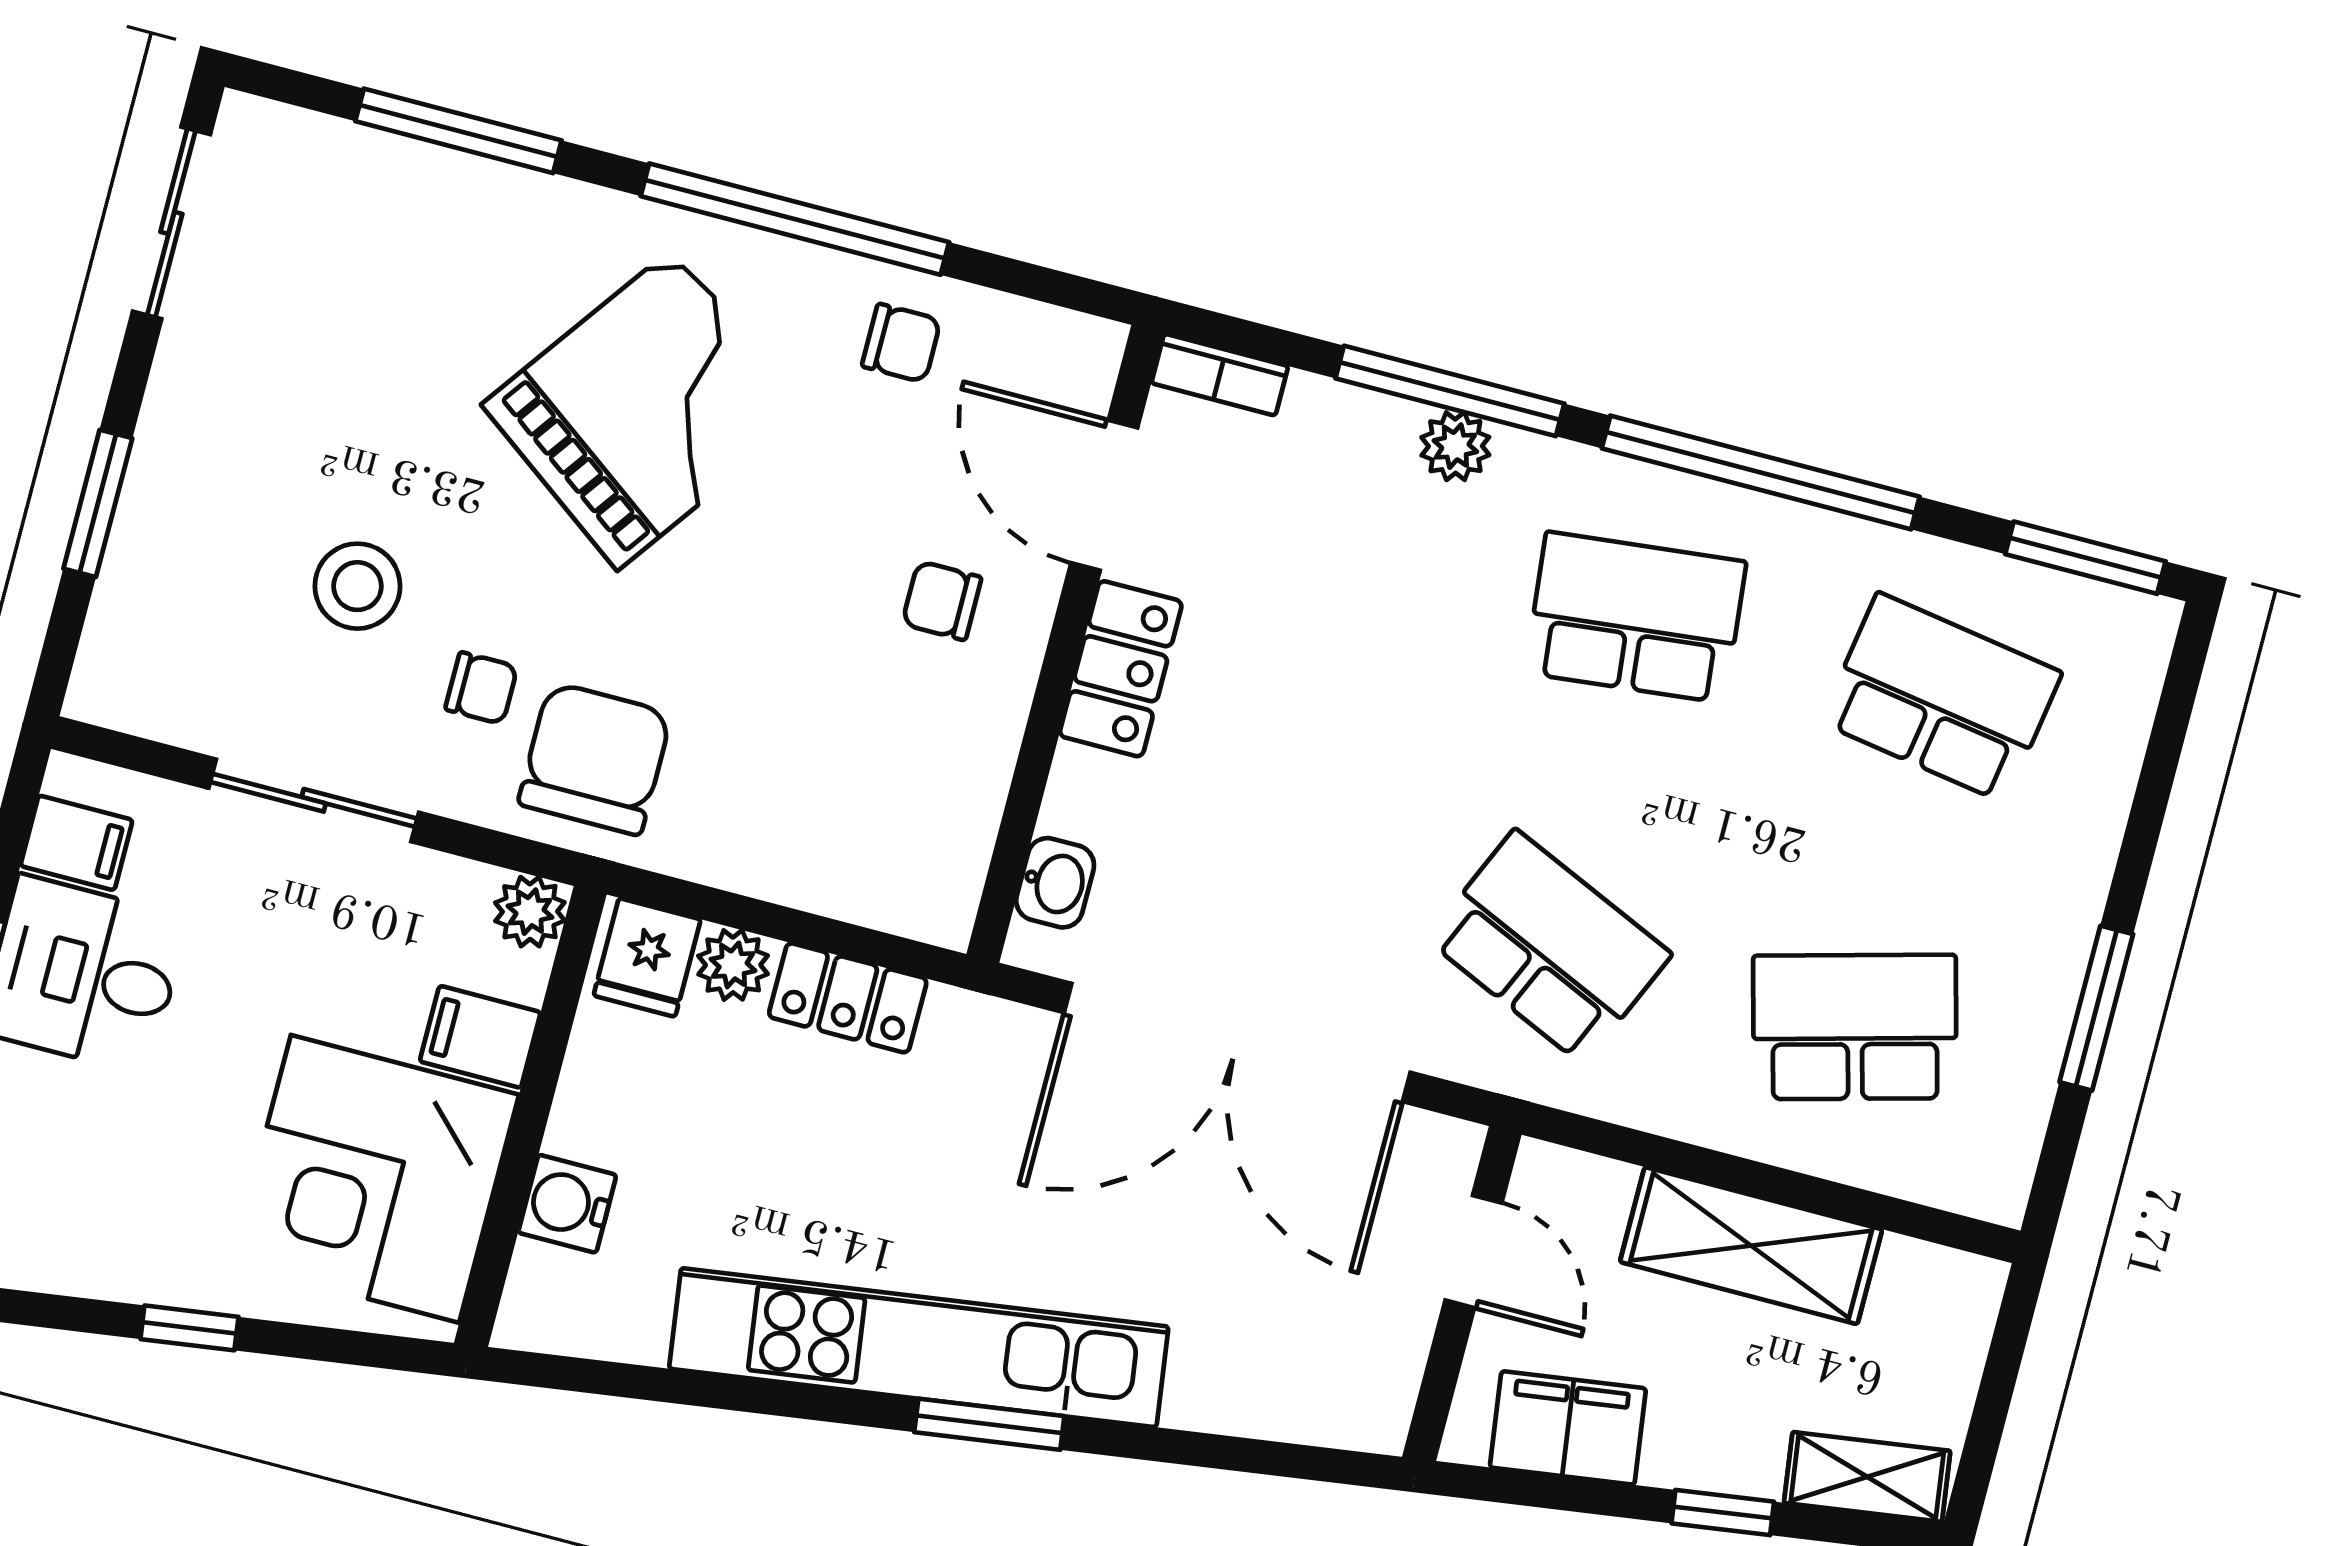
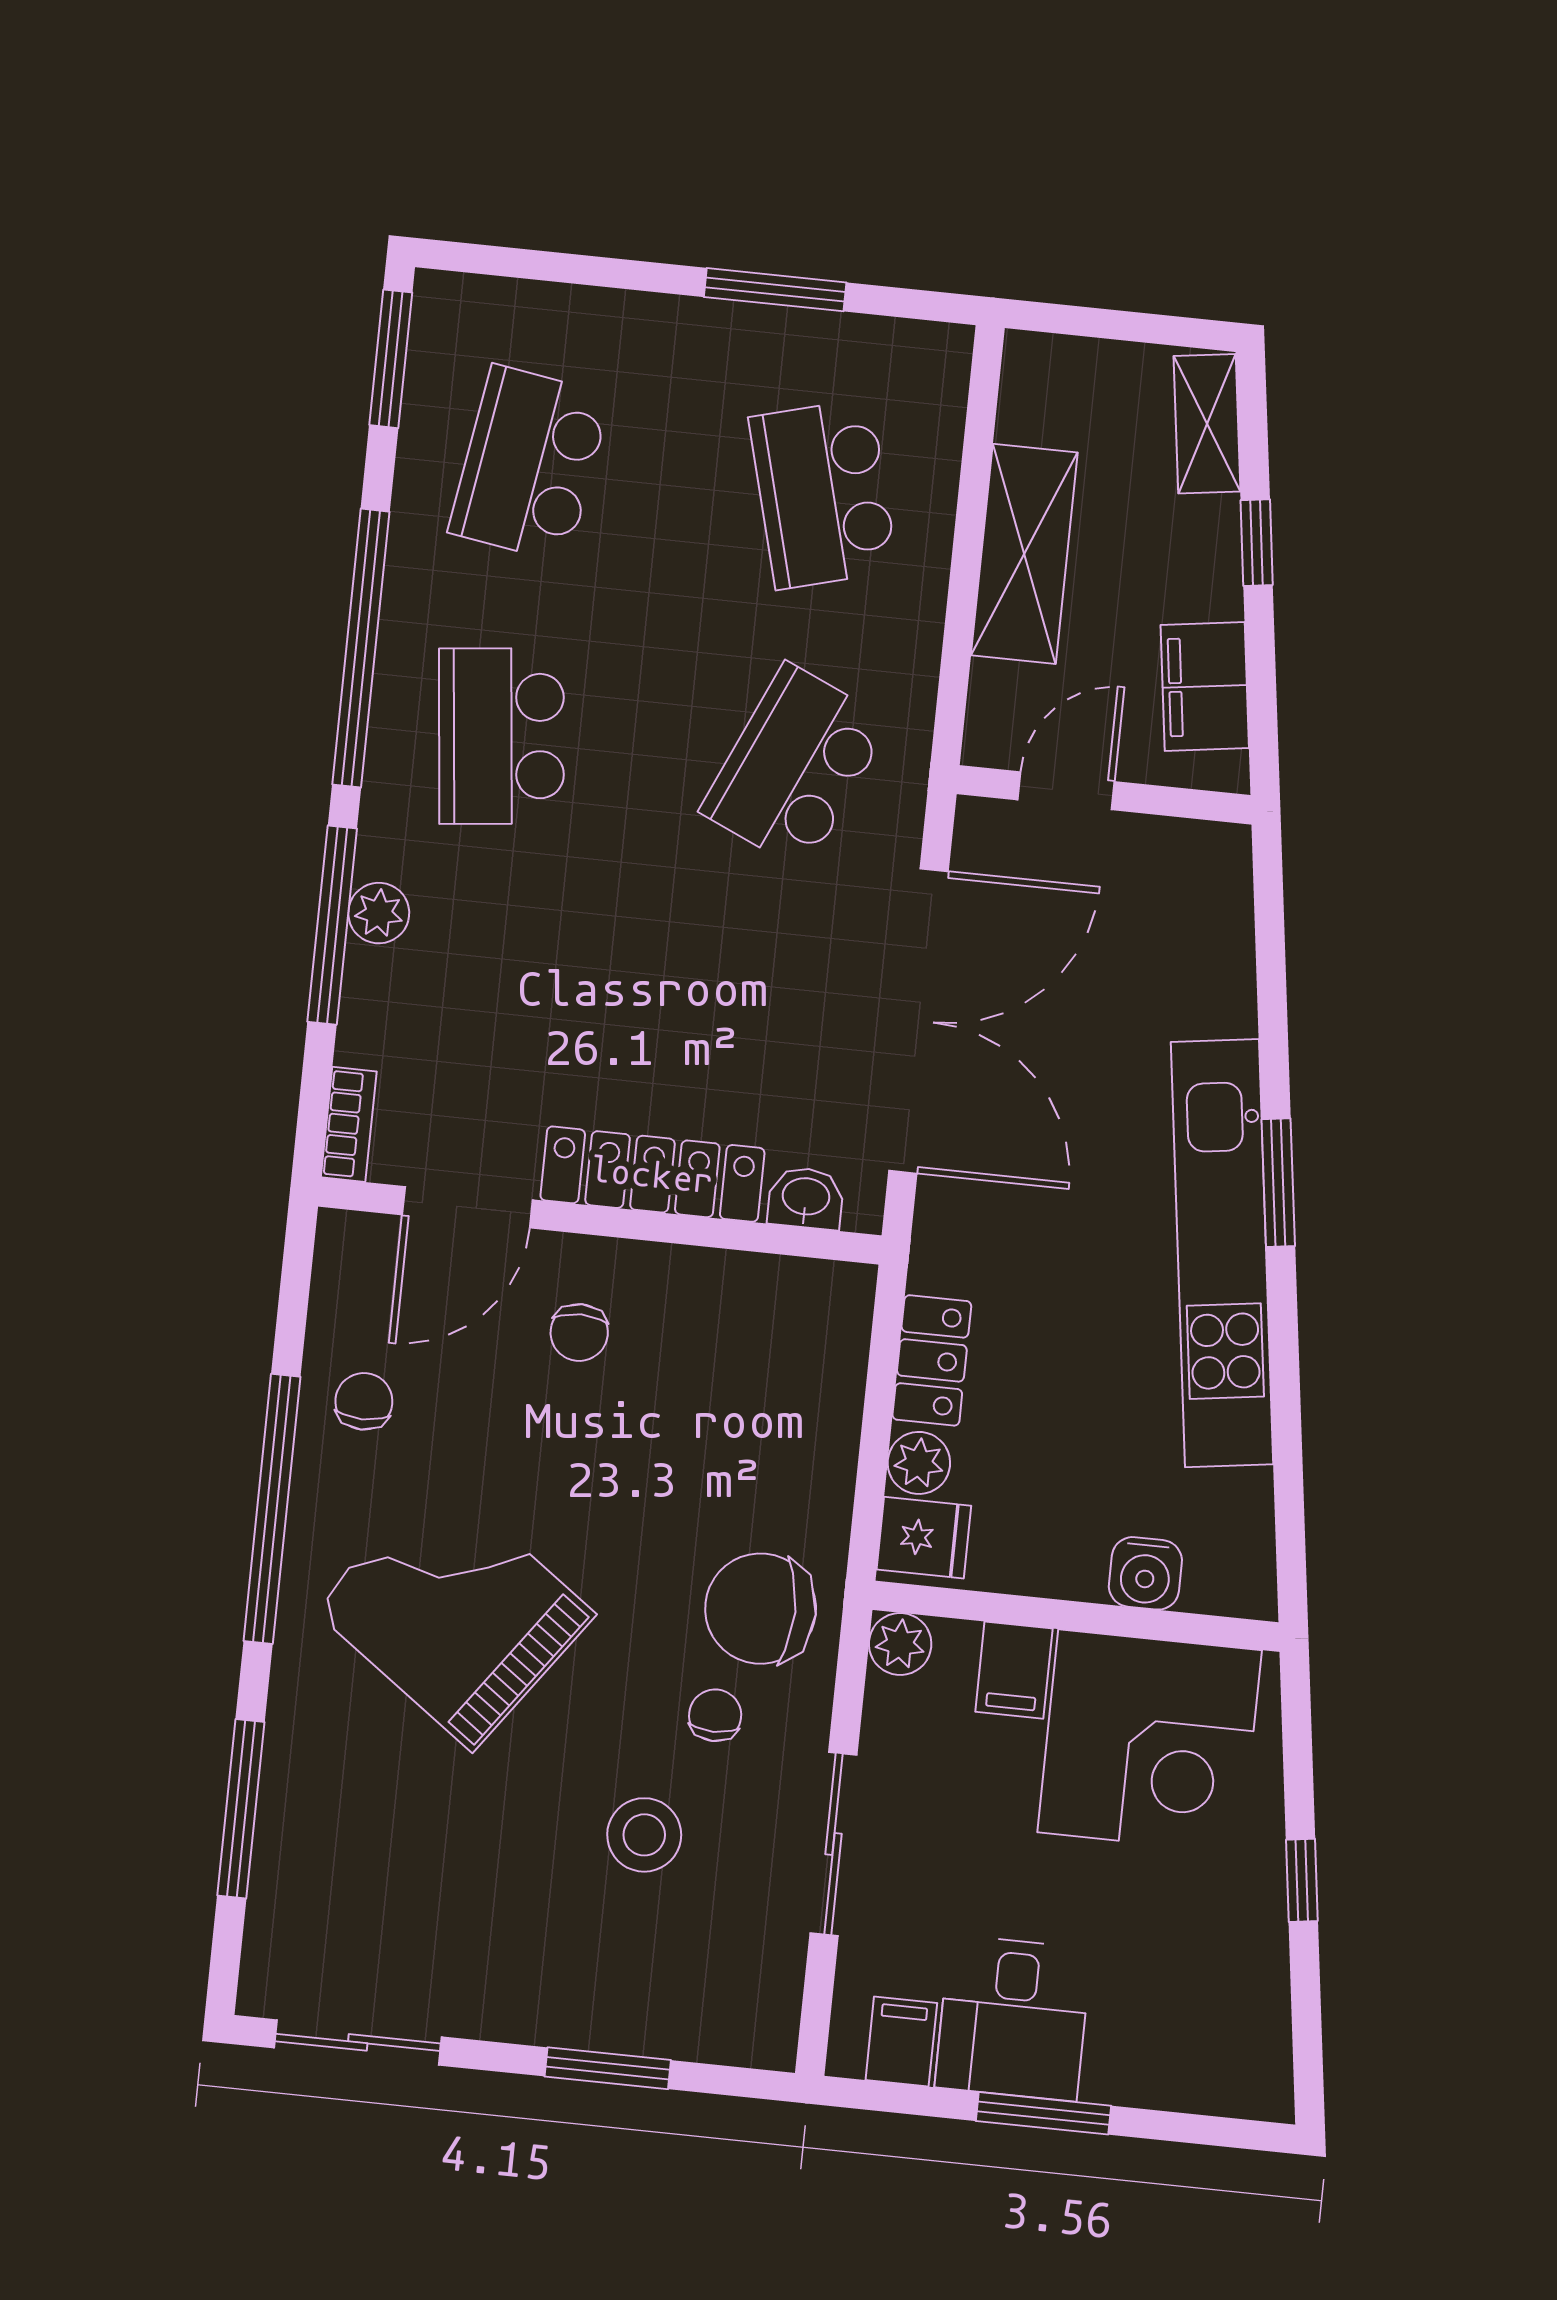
locker: (1121, 669) -> (652, 1174), width x1.53

